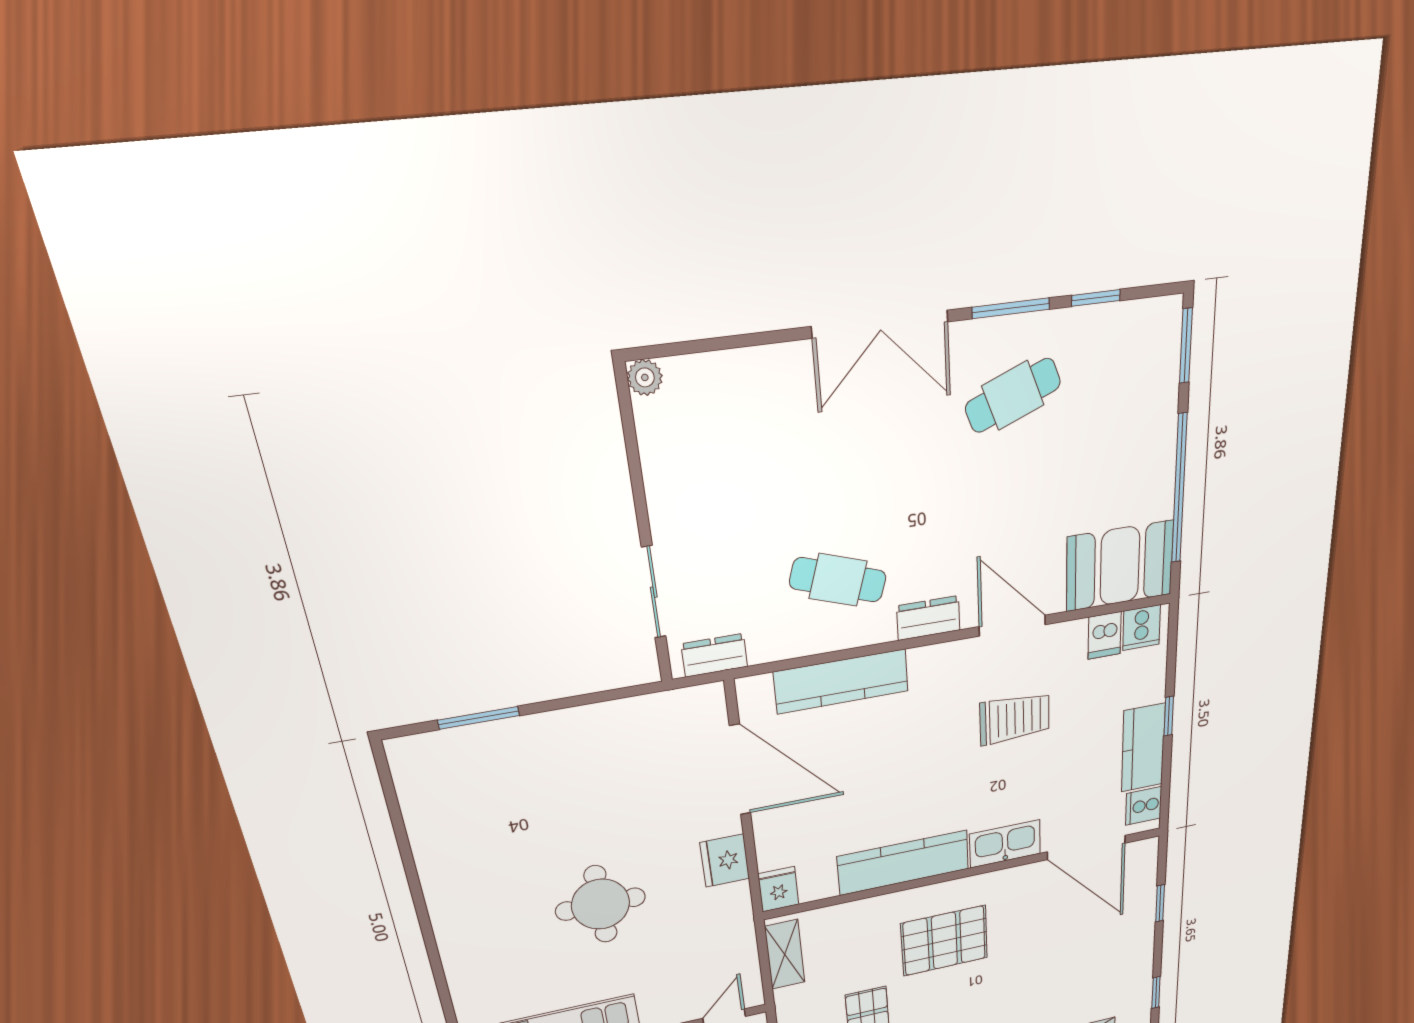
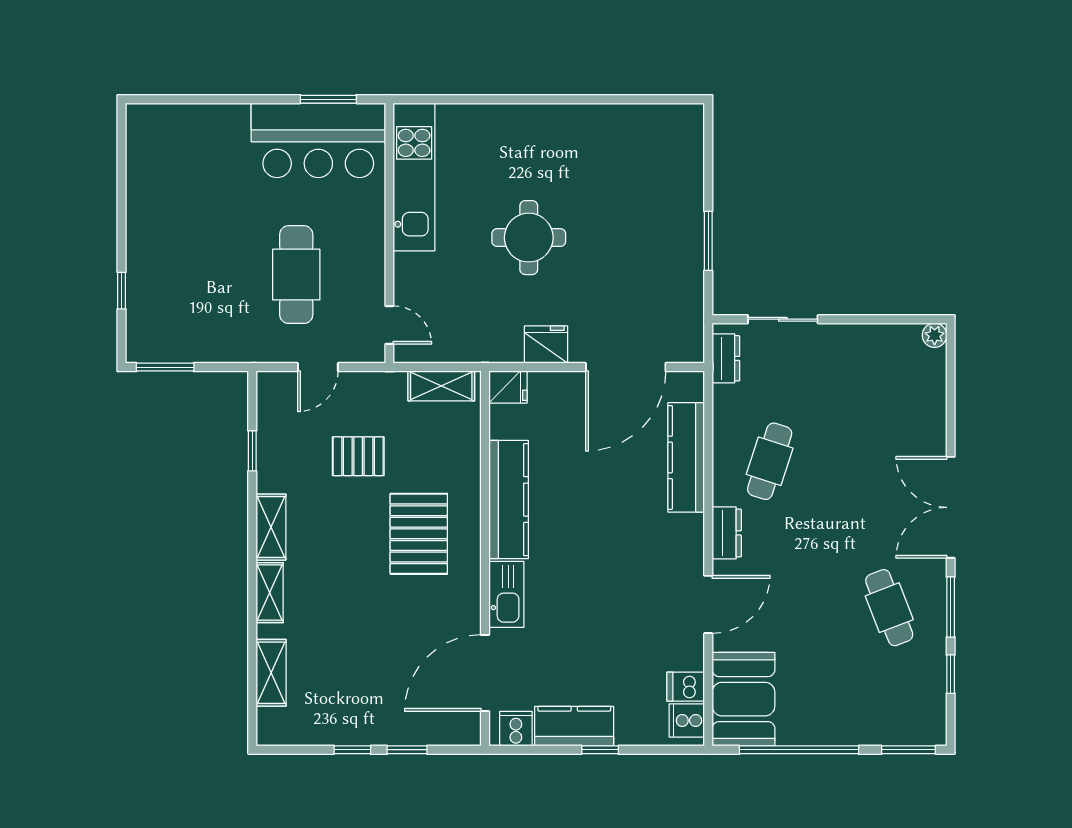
window: (479, 718) -> (708, 241), moved
trolley: (1015, 718) -> (626, 605), removed
window: (1156, 992) -> (352, 750), moved

